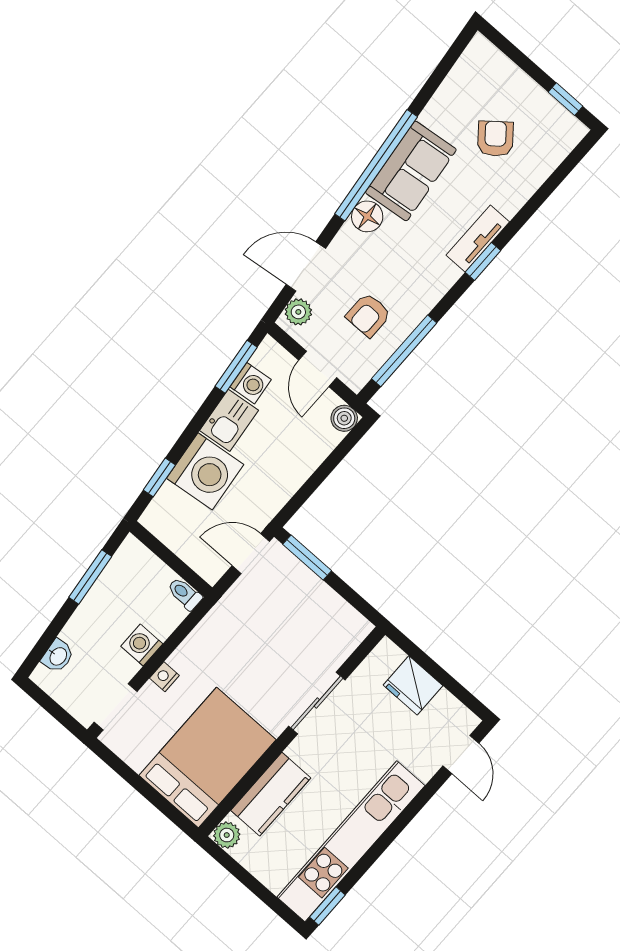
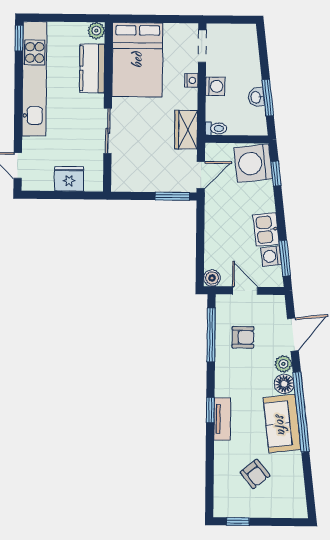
plant: (298, 312) -> (283, 364), moved
armchair: (368, 315) -> (243, 337), turned 90
washing machine: (205, 471) -> (253, 163), moved
wardrobe: (222, 623) -> (186, 130), added
washbasin: (58, 656) -> (256, 97), moved

